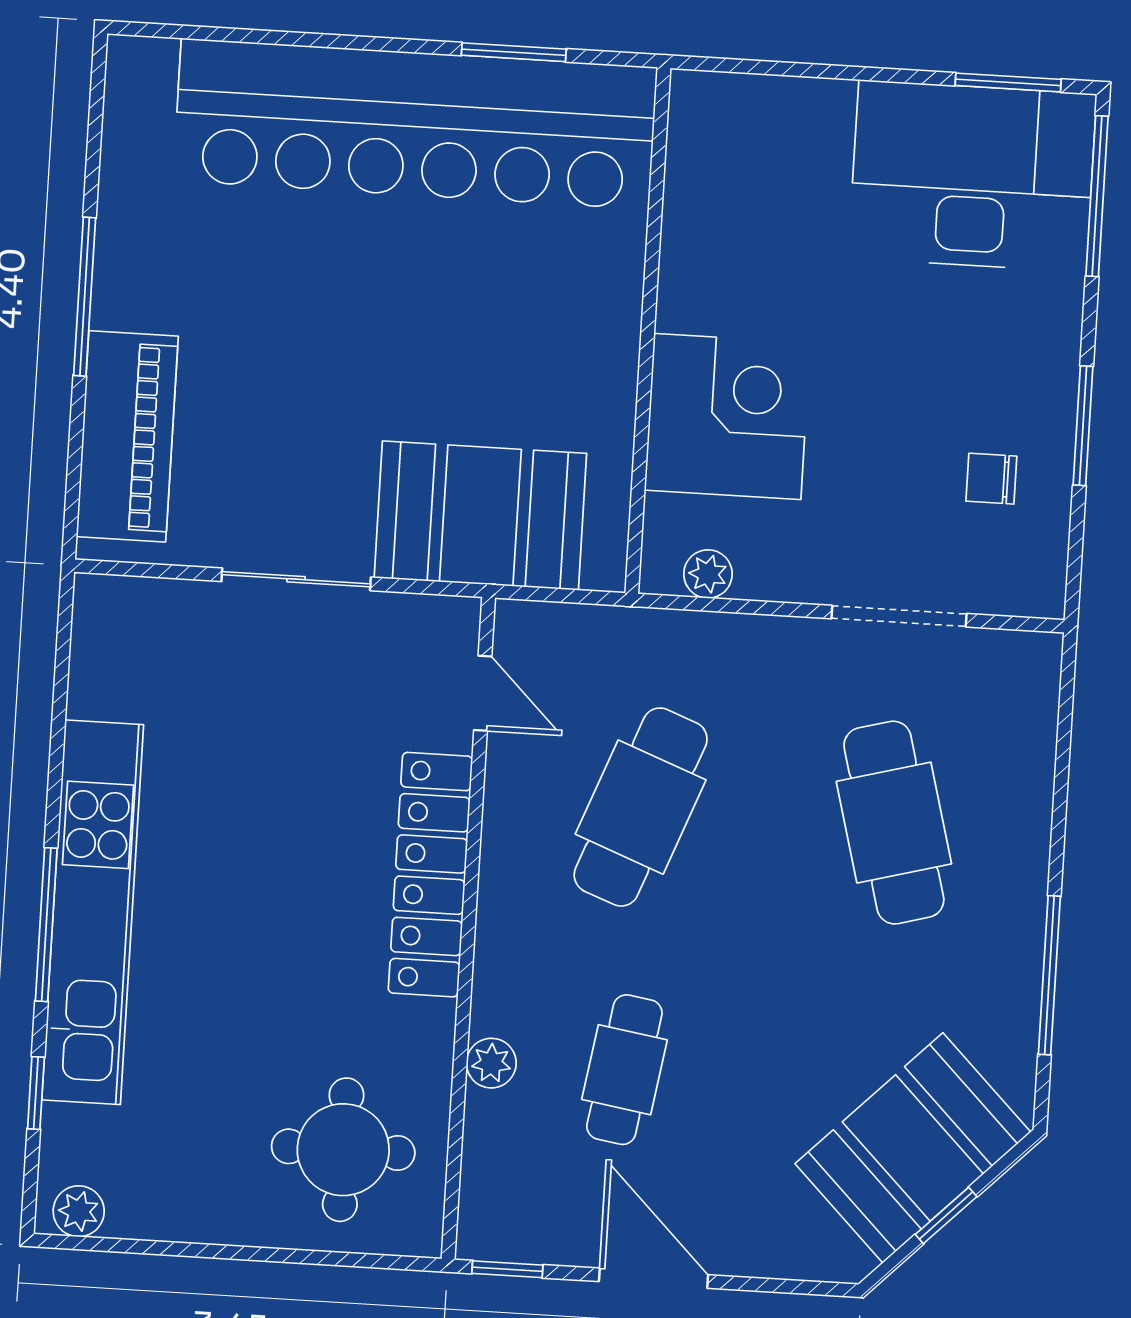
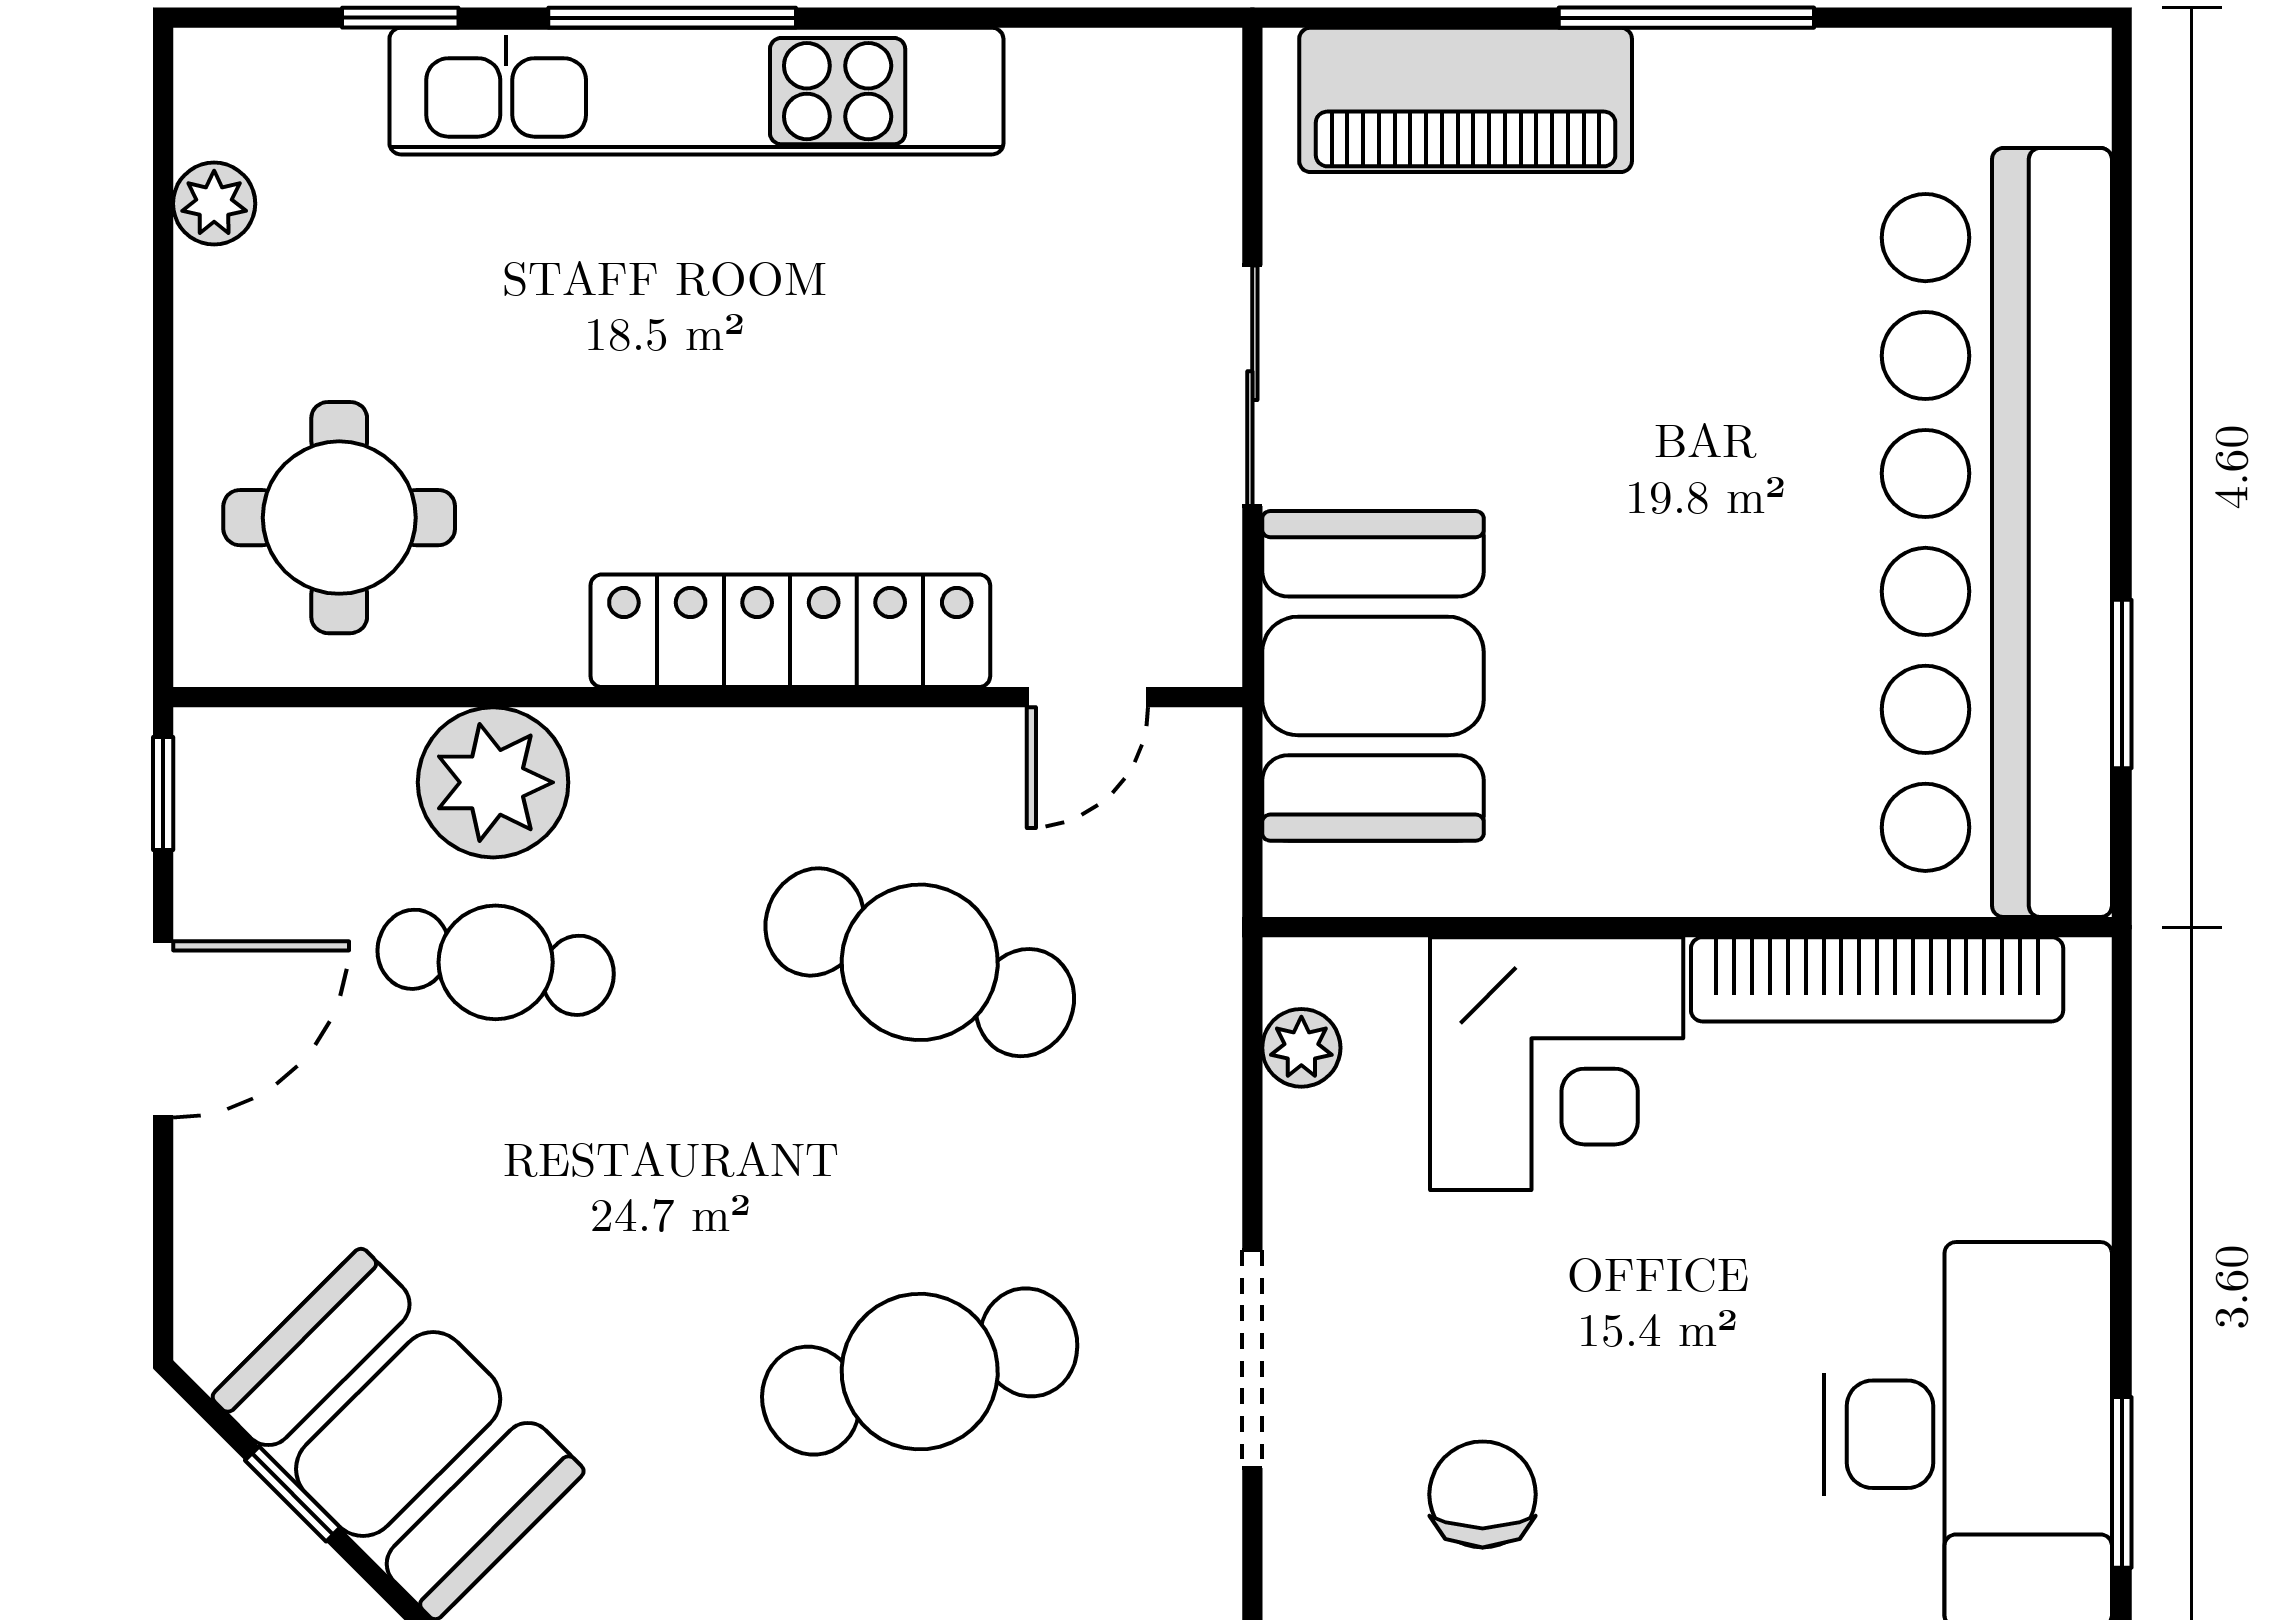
bookcase: (687, 215) -> (1877, 979), added
chair: (991, 479) -> (1483, 1494), width x1.37, depth x1.37
plant: (491, 1063) -> (493, 782), width x1.87, depth x1.87
plant: (79, 1211) -> (214, 204), moved

